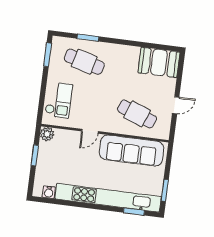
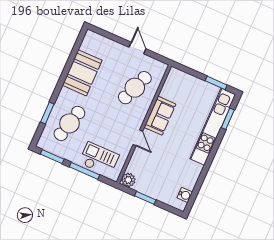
booth: (159, 62) -> (82, 73), moved
window: (43, 90) -> (85, 171), added
sofa: (132, 150) -> (160, 116), width x0.54, depth x0.79
kitchen unit: (108, 198) -> (213, 127), width x0.73

